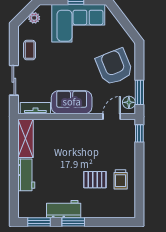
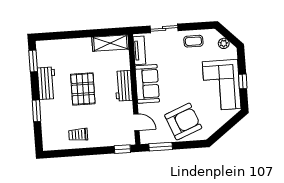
floor lamp: (129, 102) -> (151, 138), removed
workbench: (26, 175) -> (124, 86), moved, turned 90
pallet: (95, 180) -> (83, 89), moved, width x1.50, depth x1.42
window: (73, 222) -> (36, 111), moved

